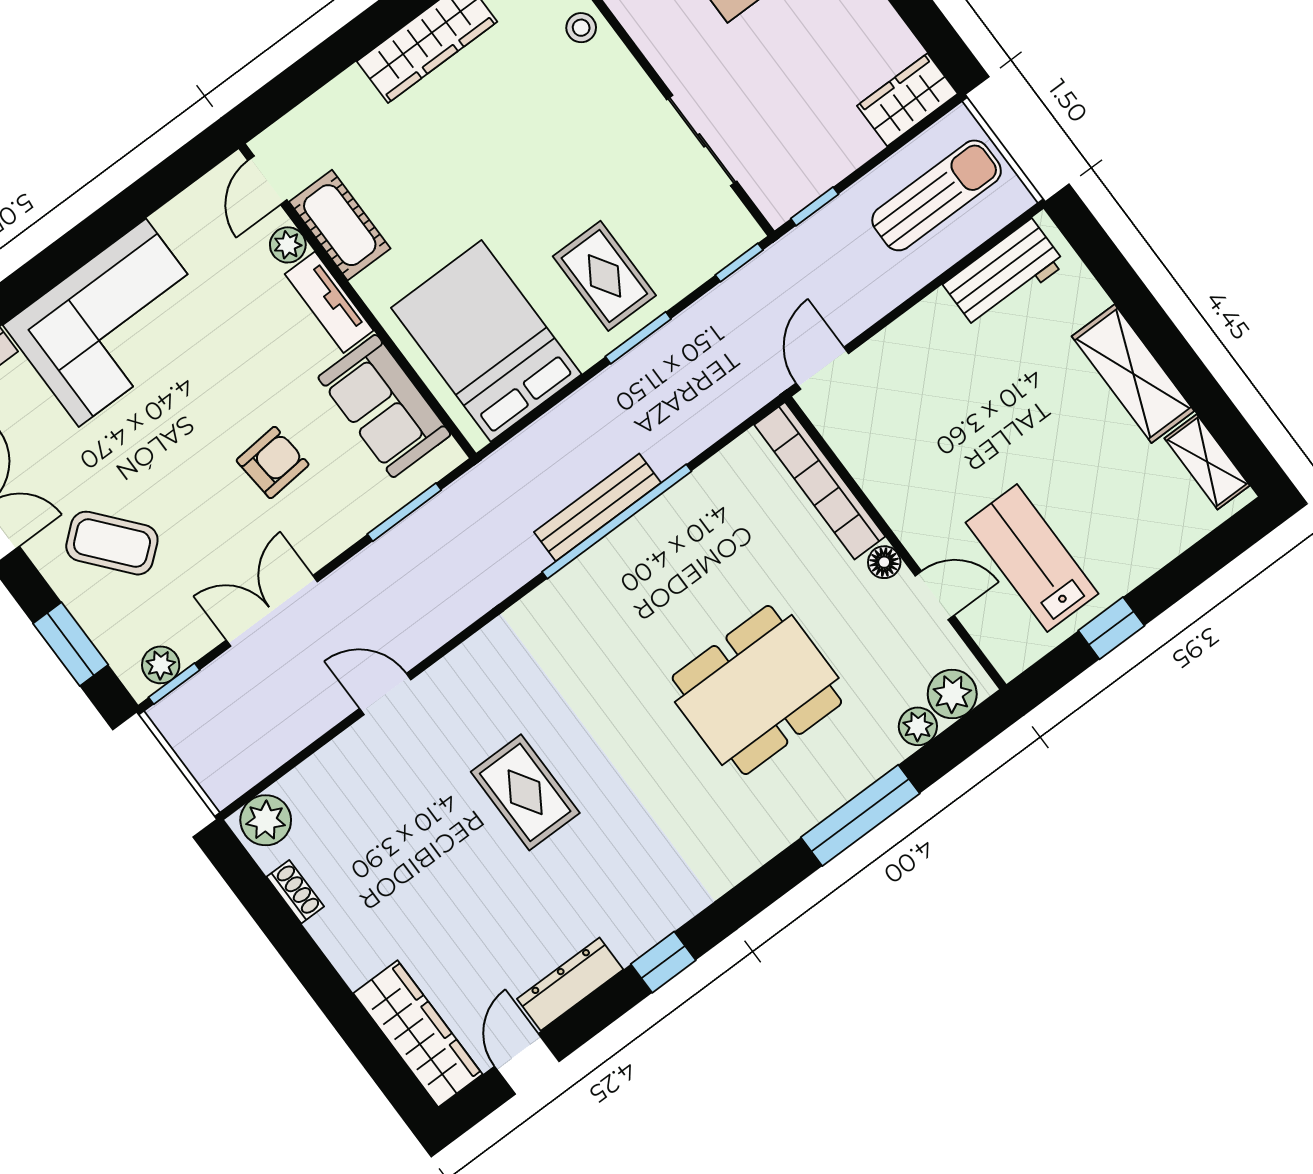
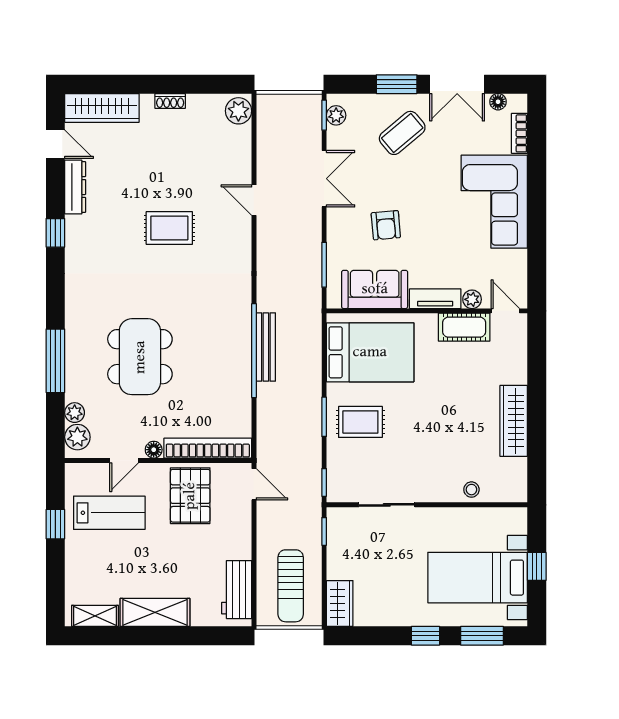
pallet: (913, 453) -> (190, 496), added
window: (71, 644) -> (397, 84), moved
door: (385, 694) -> (254, 200), swing flipped
shoe rack: (295, 892) -> (170, 101), moved

